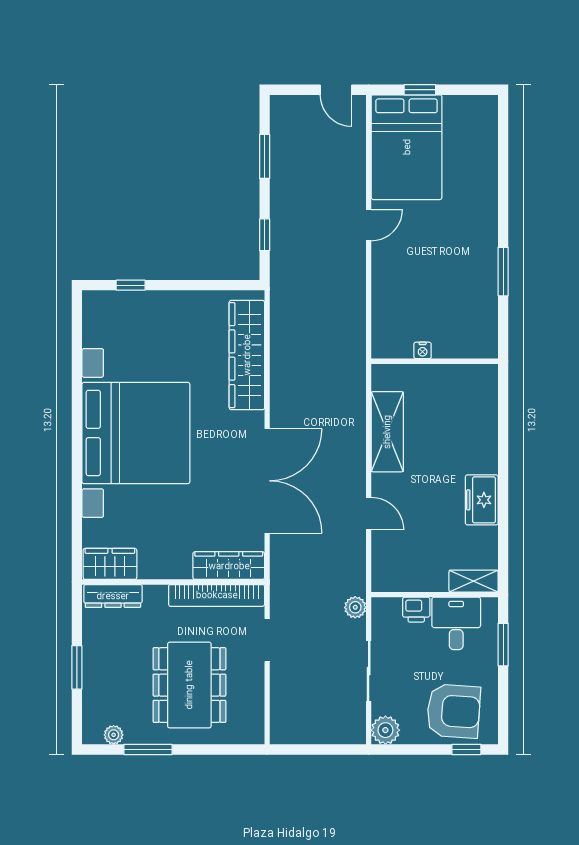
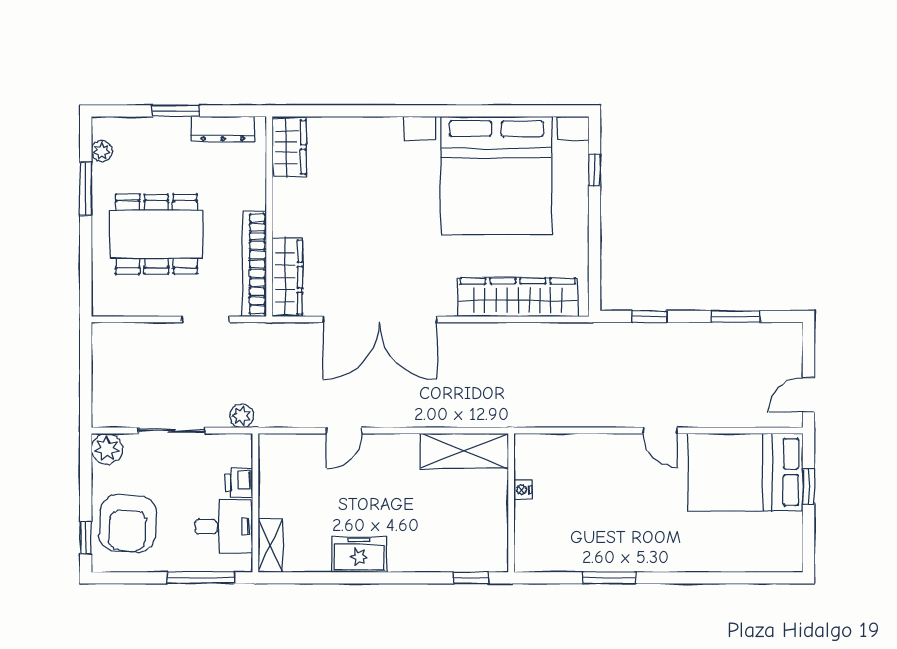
window: (503, 398) -> (471, 578), added
shelving: (387, 432) -> (464, 451), moved
bed with nightstands: (136, 433) -> (496, 176), moved
dresser: (113, 596) -> (223, 129), moved, turned -90
window: (503, 645) -> (201, 578), width x1.44

